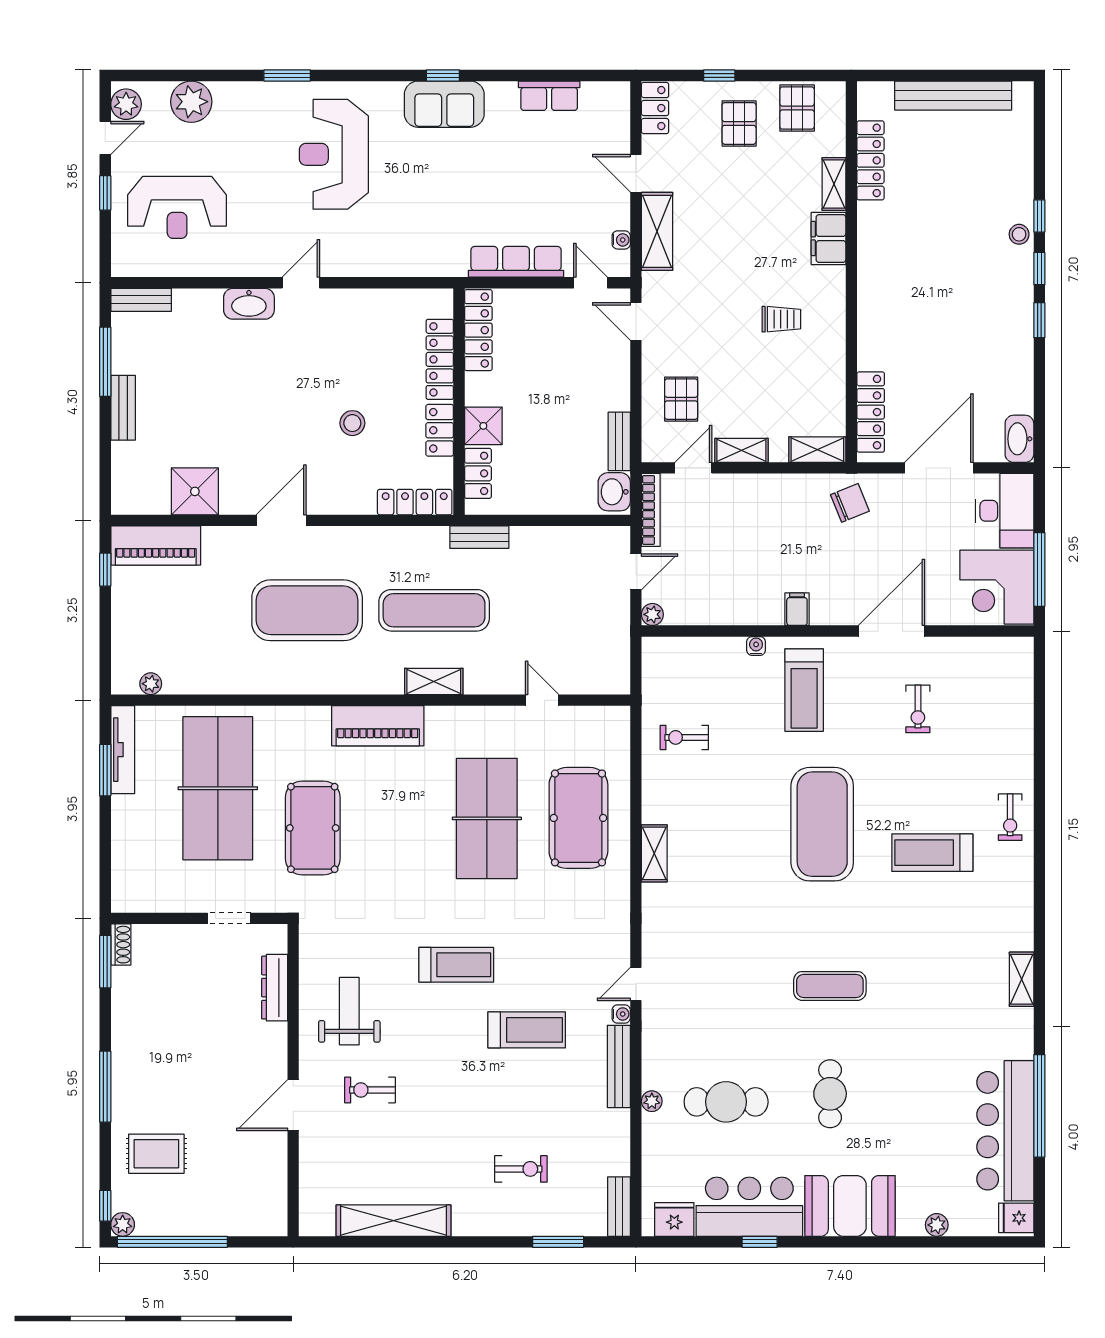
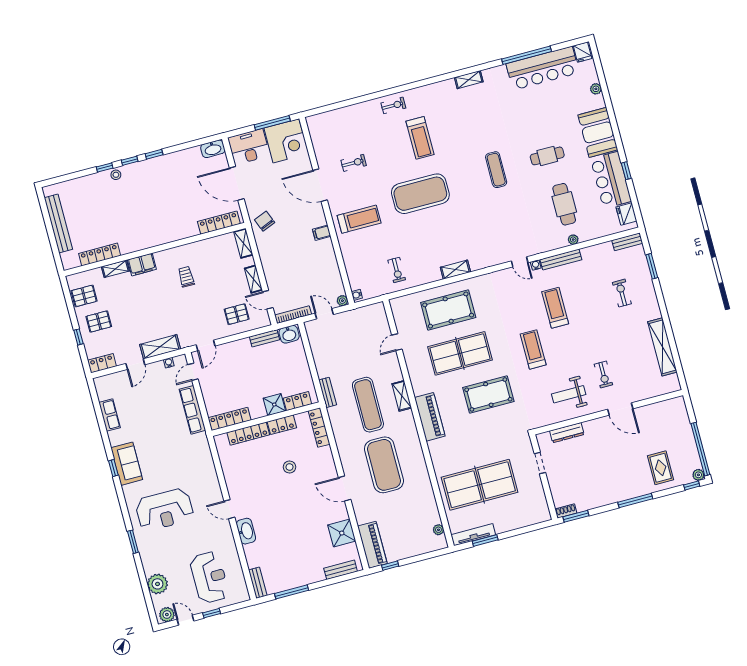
bench: (123, 408) -> (341, 570), moved
water cooler: (756, 646) -> (357, 295), moved
pool table: (313, 828) -> (488, 394), moved

